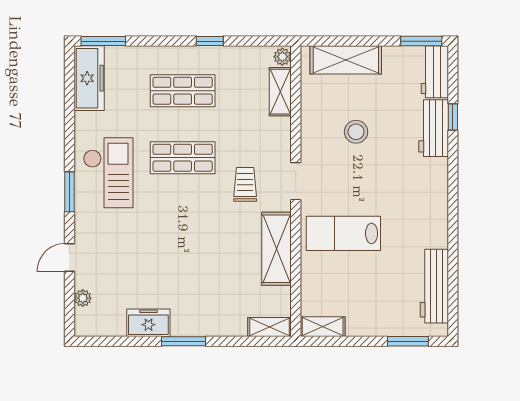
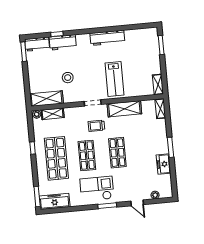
shelving: (346, 60) -> (46, 99), moved, turned 90
shop shelf: (183, 91) -> (56, 158), width x1.43, depth x1.36
shop shelf: (183, 225) -> (117, 153), added
workbench: (434, 286) -> (107, 38), moved

